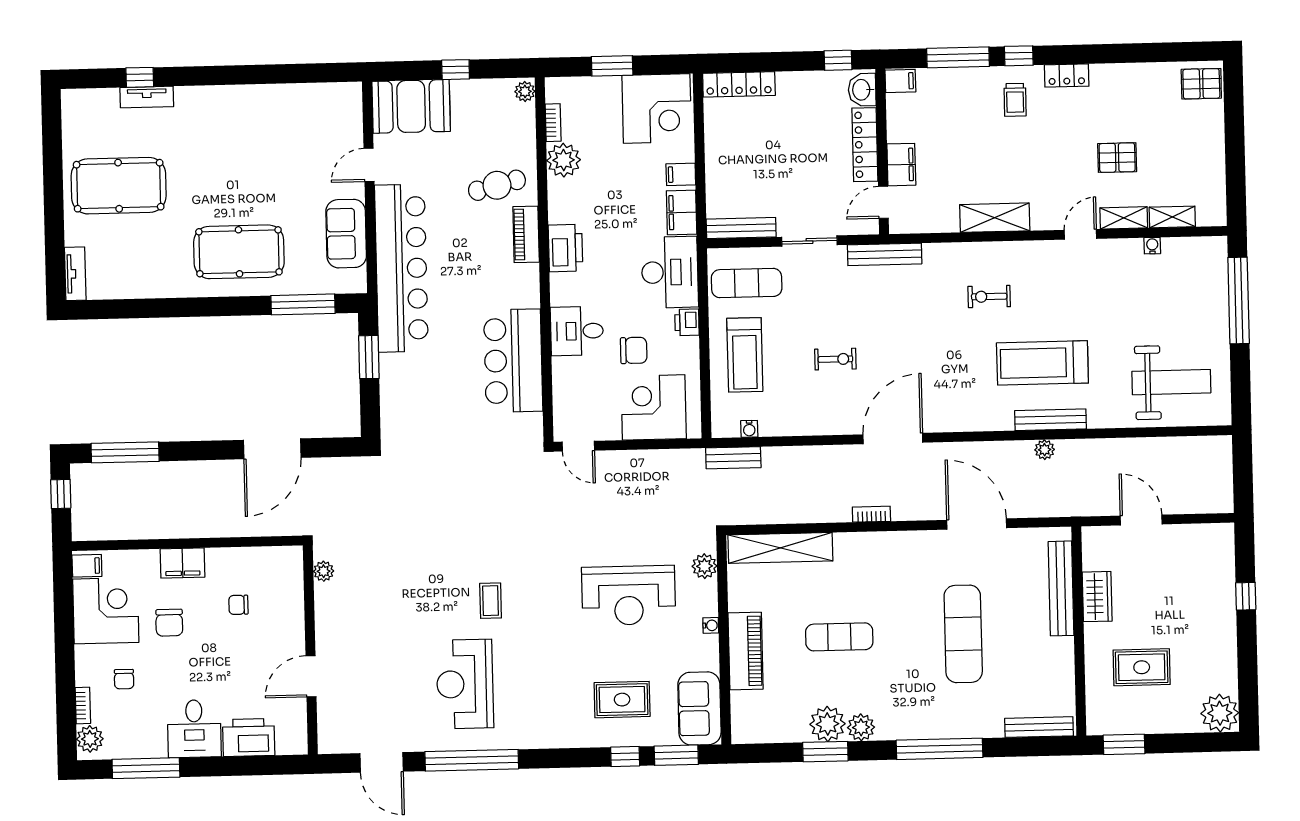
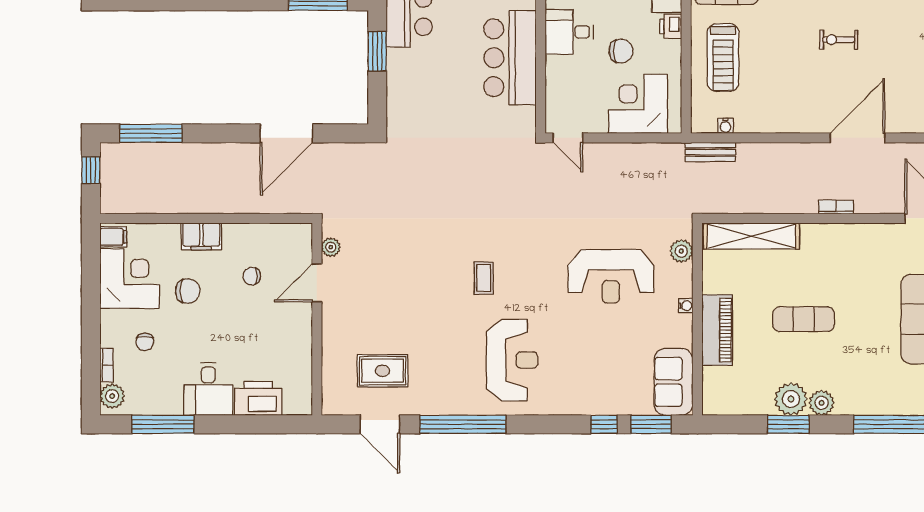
exercise bike: (835, 359) -> (839, 40), moved, turned 180
chair: (169, 623) -> (188, 291), turned -90
door: (311, 676) -> (317, 283), moved
reception desk: (465, 684) -> (512, 360), moved, turned 180
rug: (622, 700) -> (383, 371), moved

